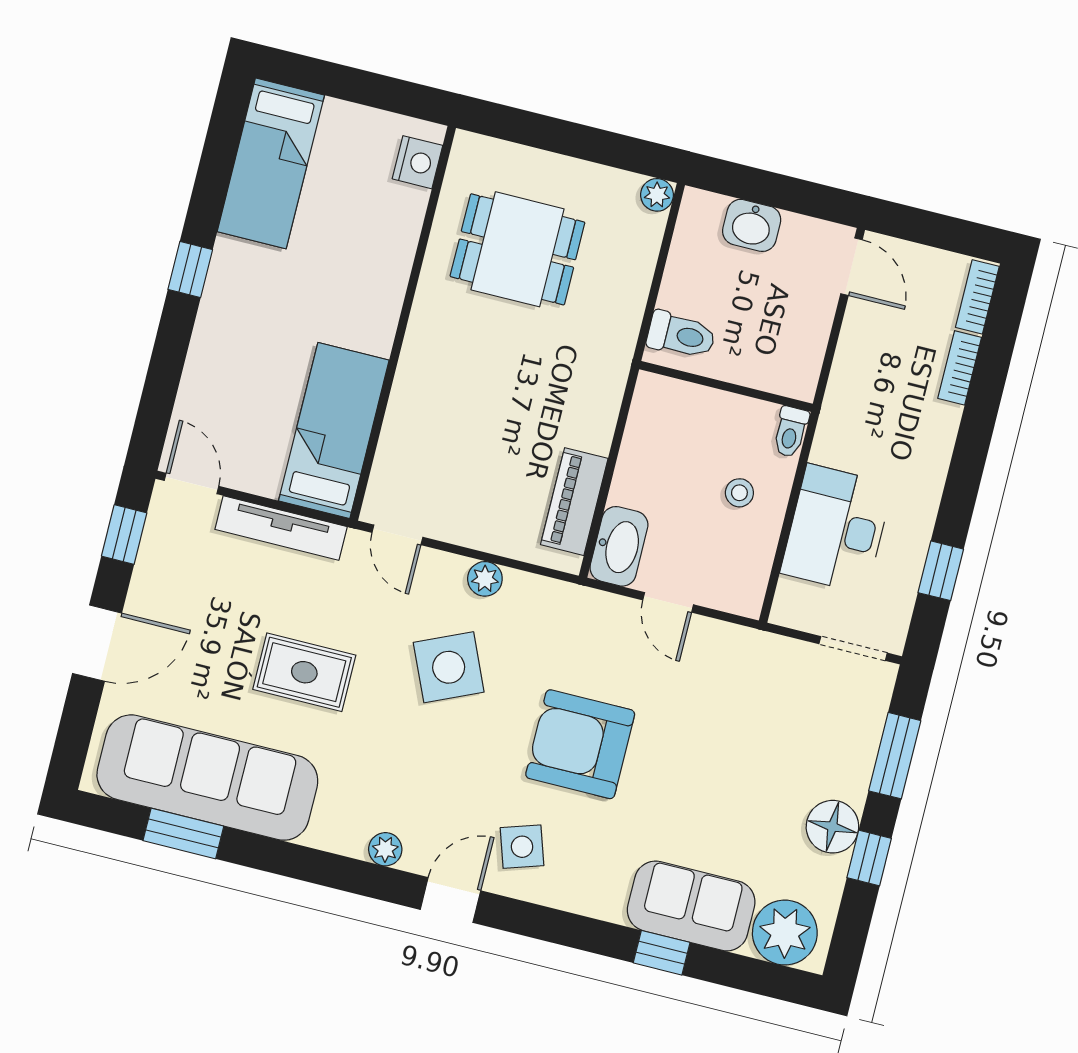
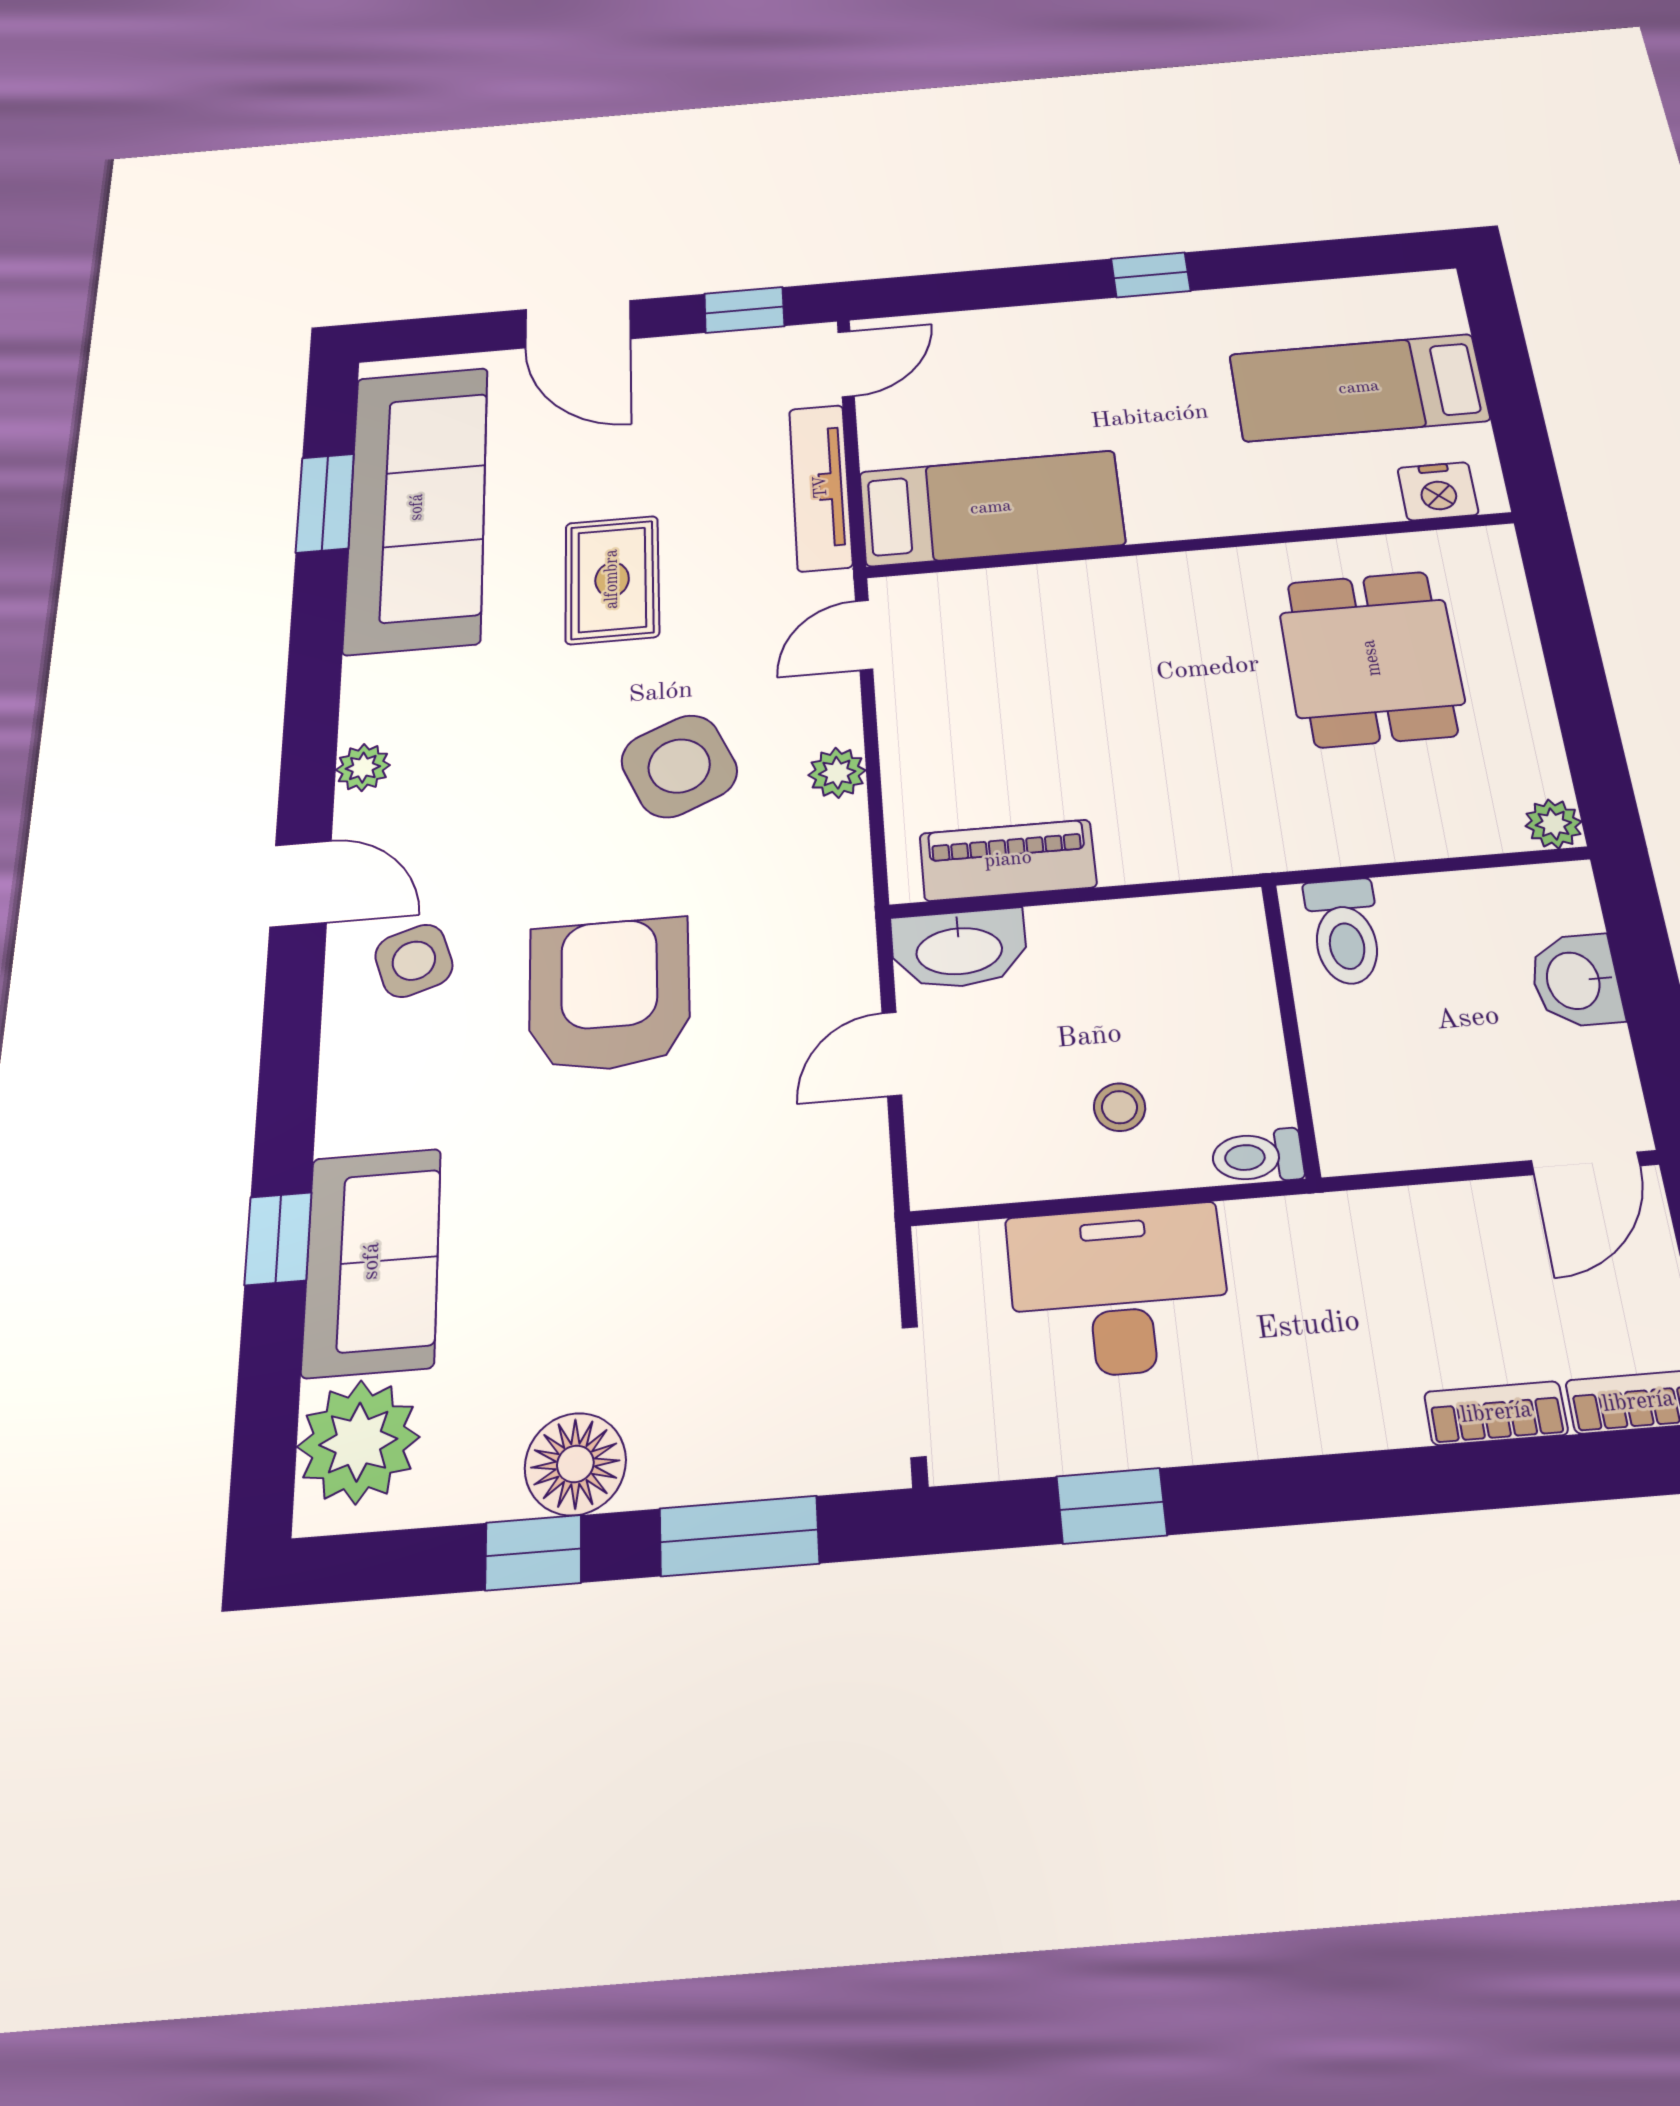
bed: (271, 163) -> (1359, 388), moved

